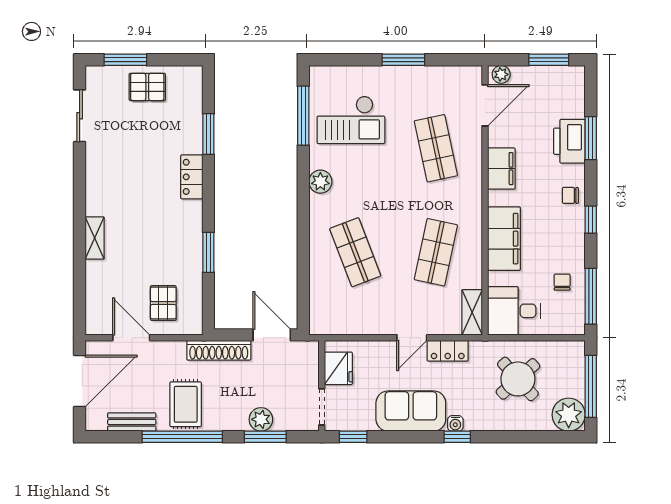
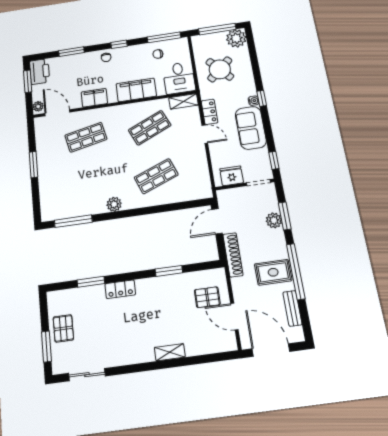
checkout: (351, 120) -> (73, 191), removed
printer: (569, 141) -> (40, 72), moved, turned -90
shop shelf: (436, 252) -> (150, 128), turned -36
door: (131, 338) -> (234, 317), hinge flipped

